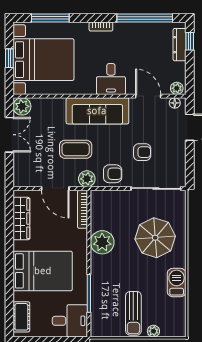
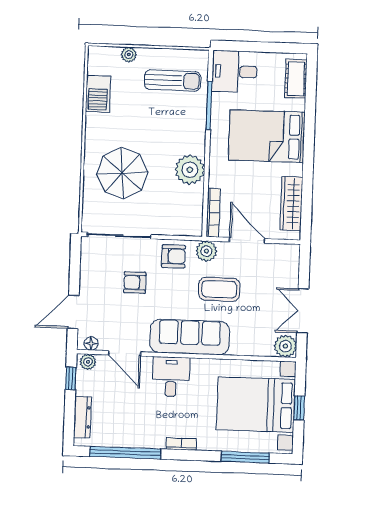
window: (190, 41) -> (71, 378), moved
armchair: (113, 174) -> (173, 256), turned 180
barbecue: (177, 283) -> (98, 94), moved
sun lounger: (133, 313) -> (173, 80), moved, turned 90

